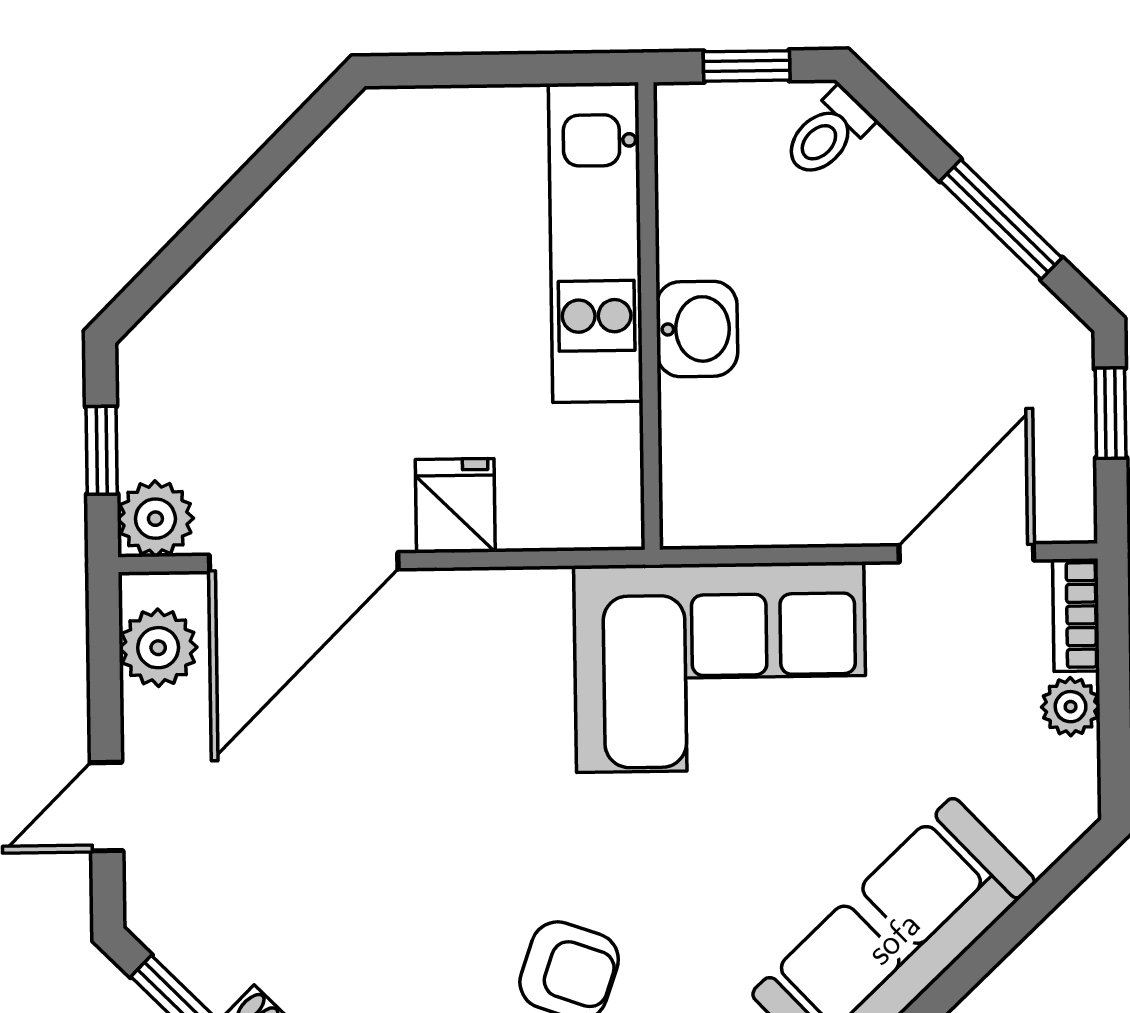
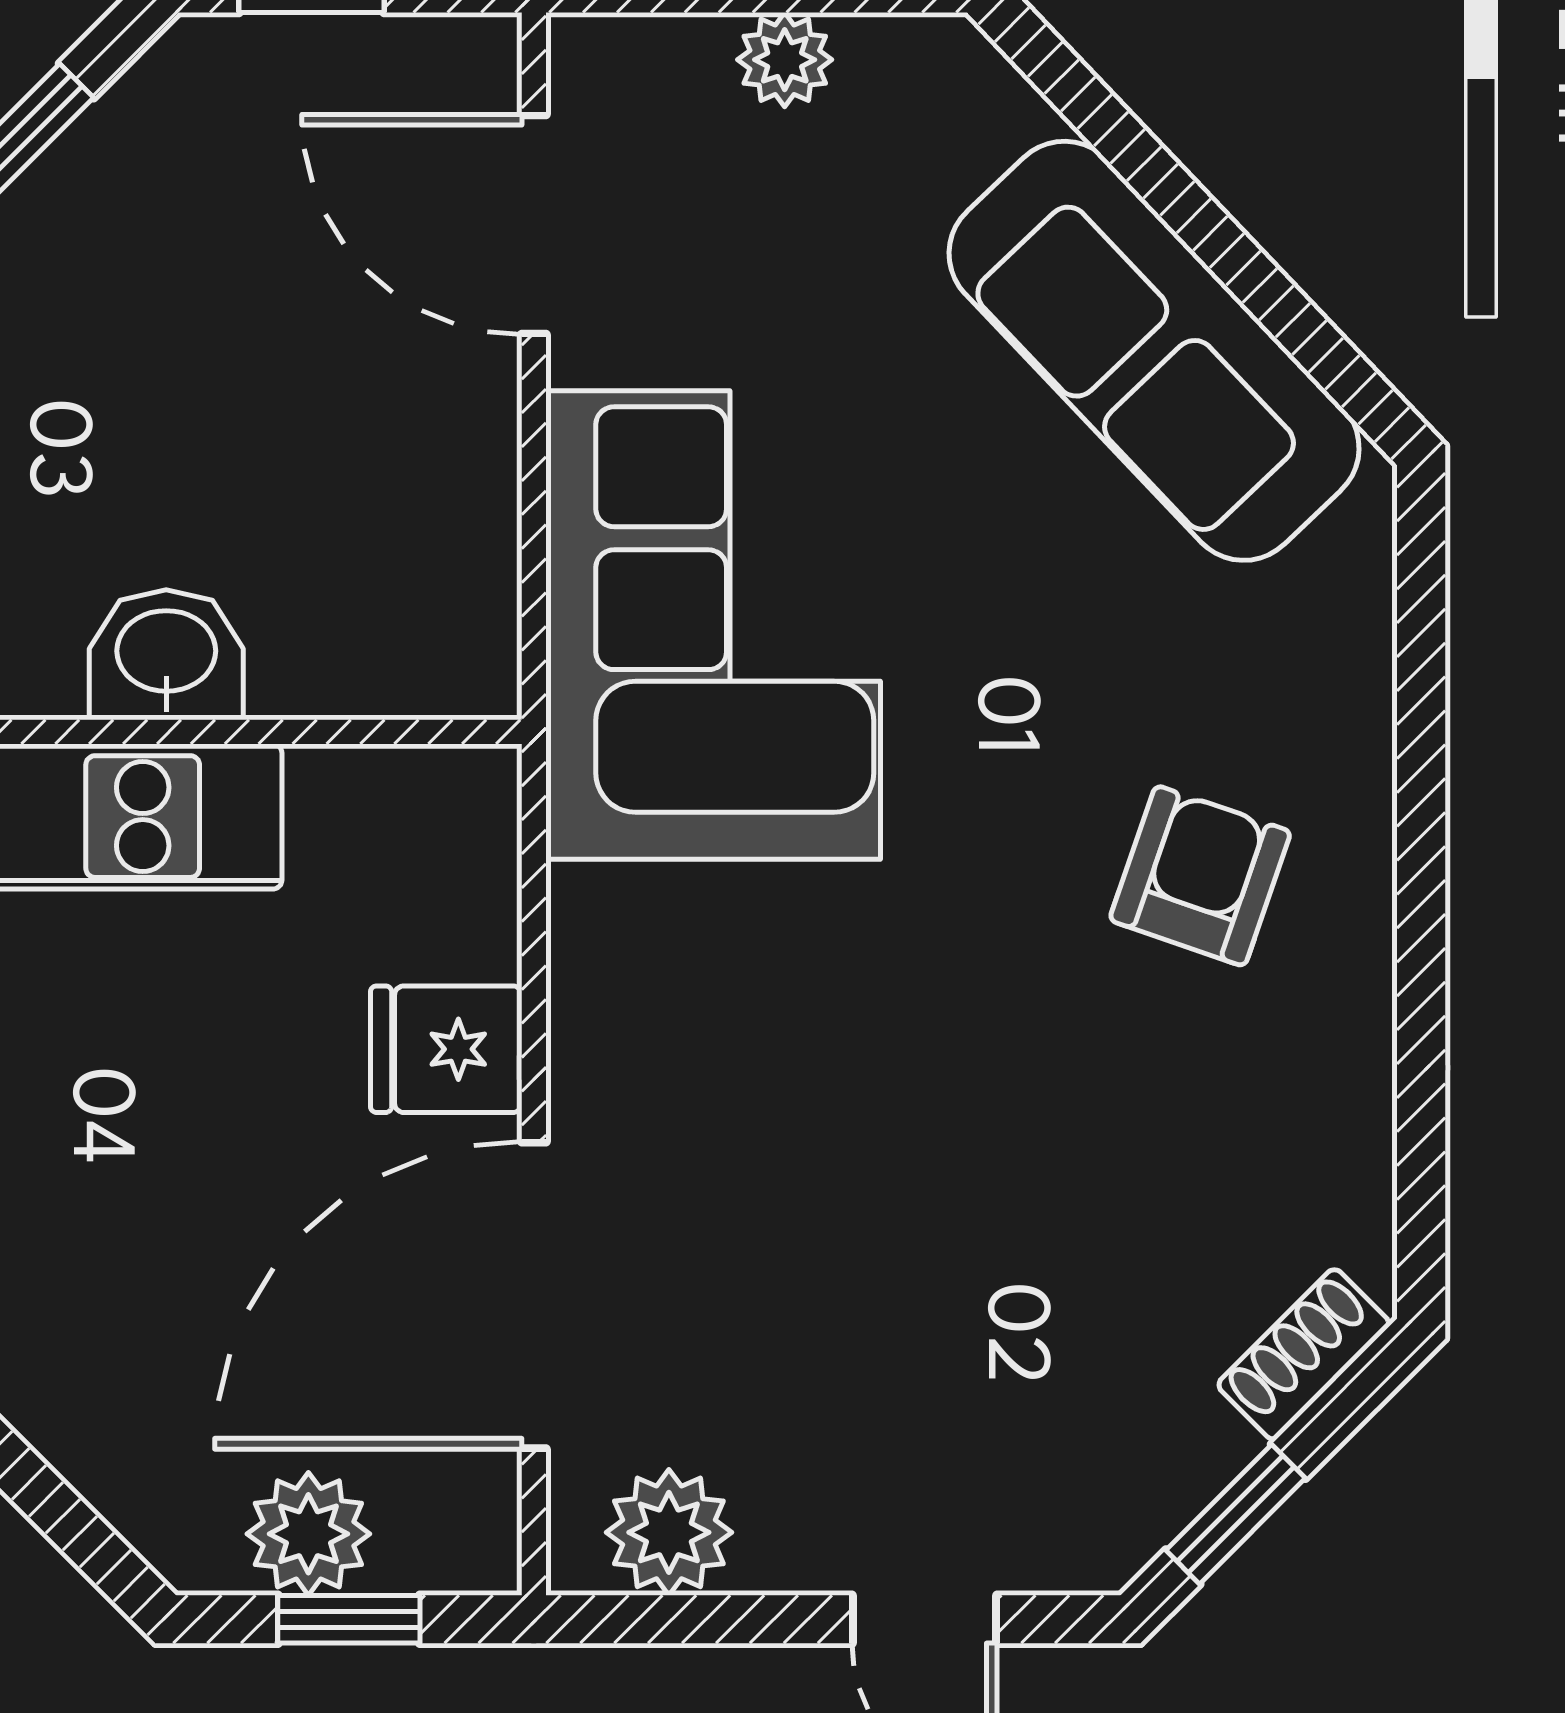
plant: (155, 519) -> (308, 1534), moved
door: (304, 562) -> (534, 1295), swing flipped
bookcase: (1076, 615) -> (637, 49), removed

